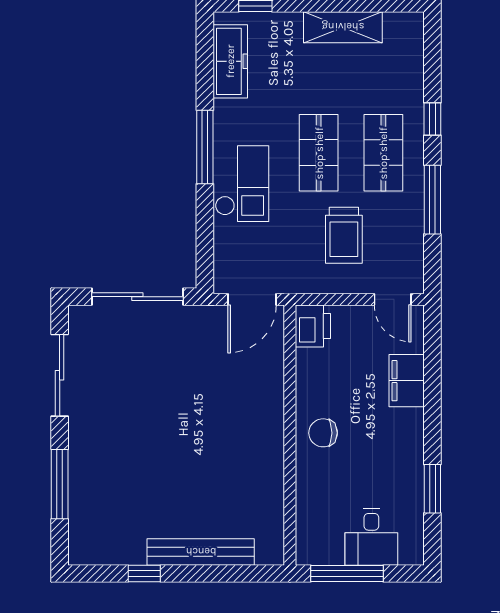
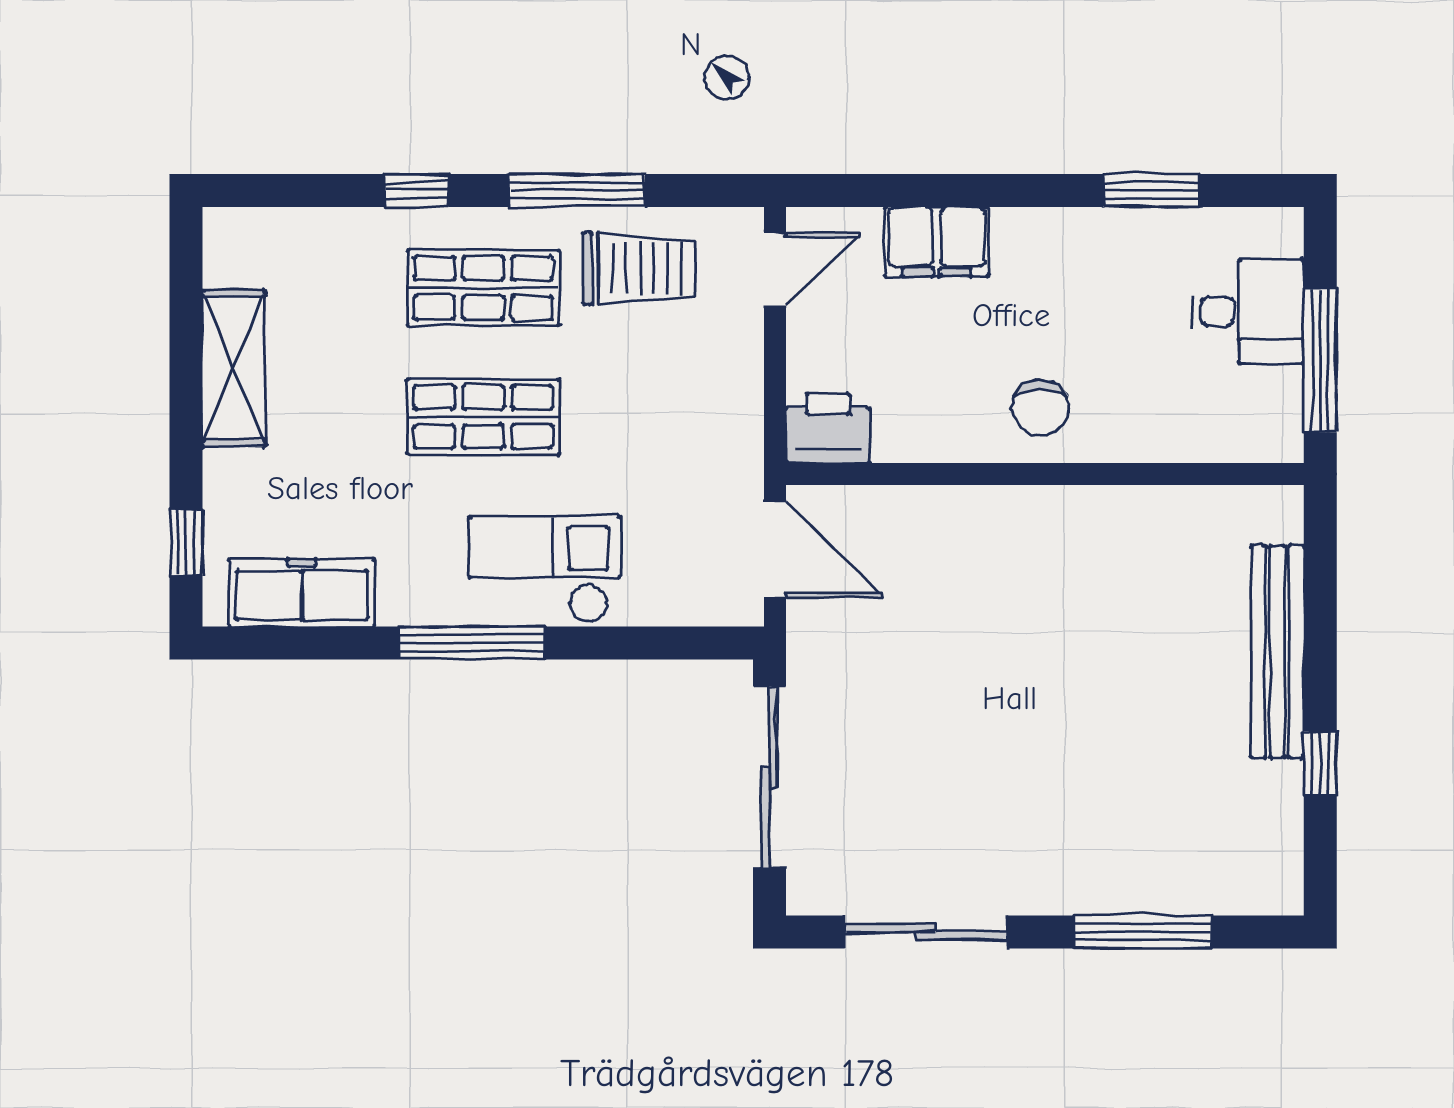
trolley: (344, 235) -> (639, 269), moved

